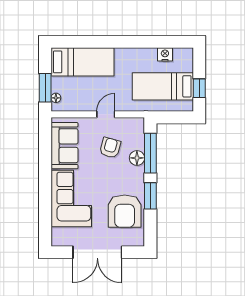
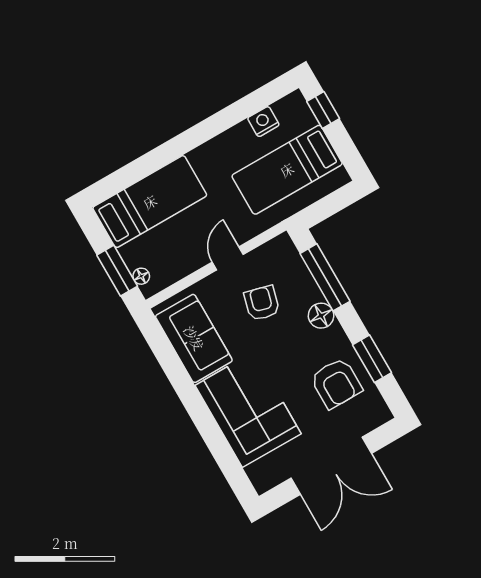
window: (199, 88) -> (323, 110), moved
floor lamp: (137, 158) -> (321, 316), moved
window: (150, 196) -> (372, 359), moved
armchair: (125, 211) -> (336, 383), width x0.73, depth x0.73

